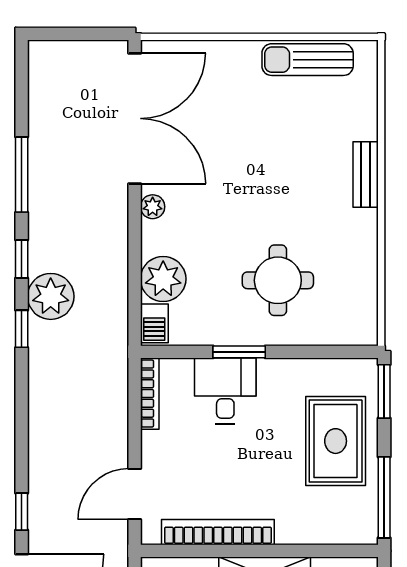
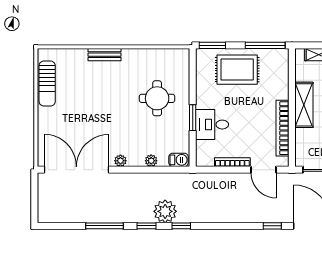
plant: (163, 279) -> (151, 161), width x0.53, depth x0.53
bookcase: (150, 394) -> (232, 162), moved

